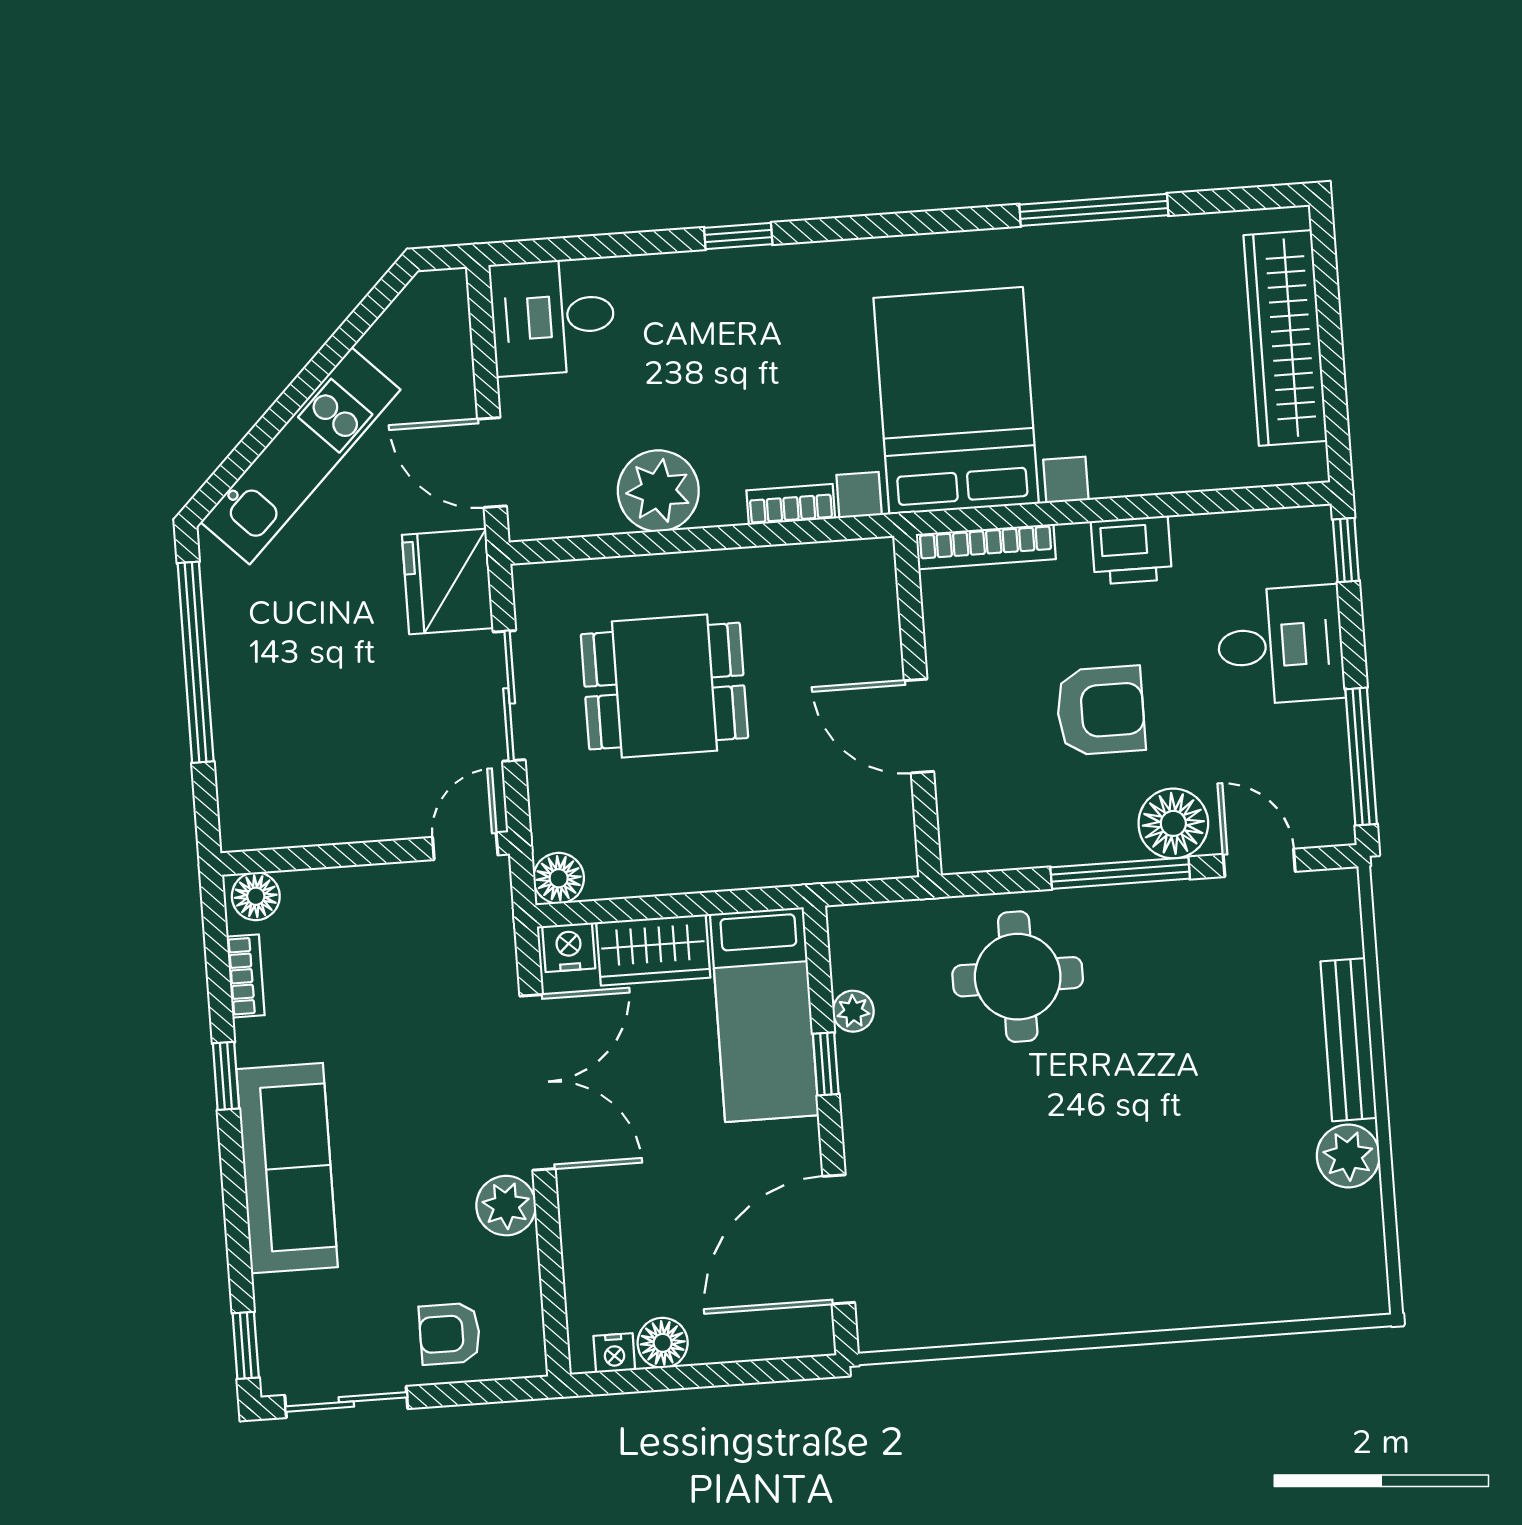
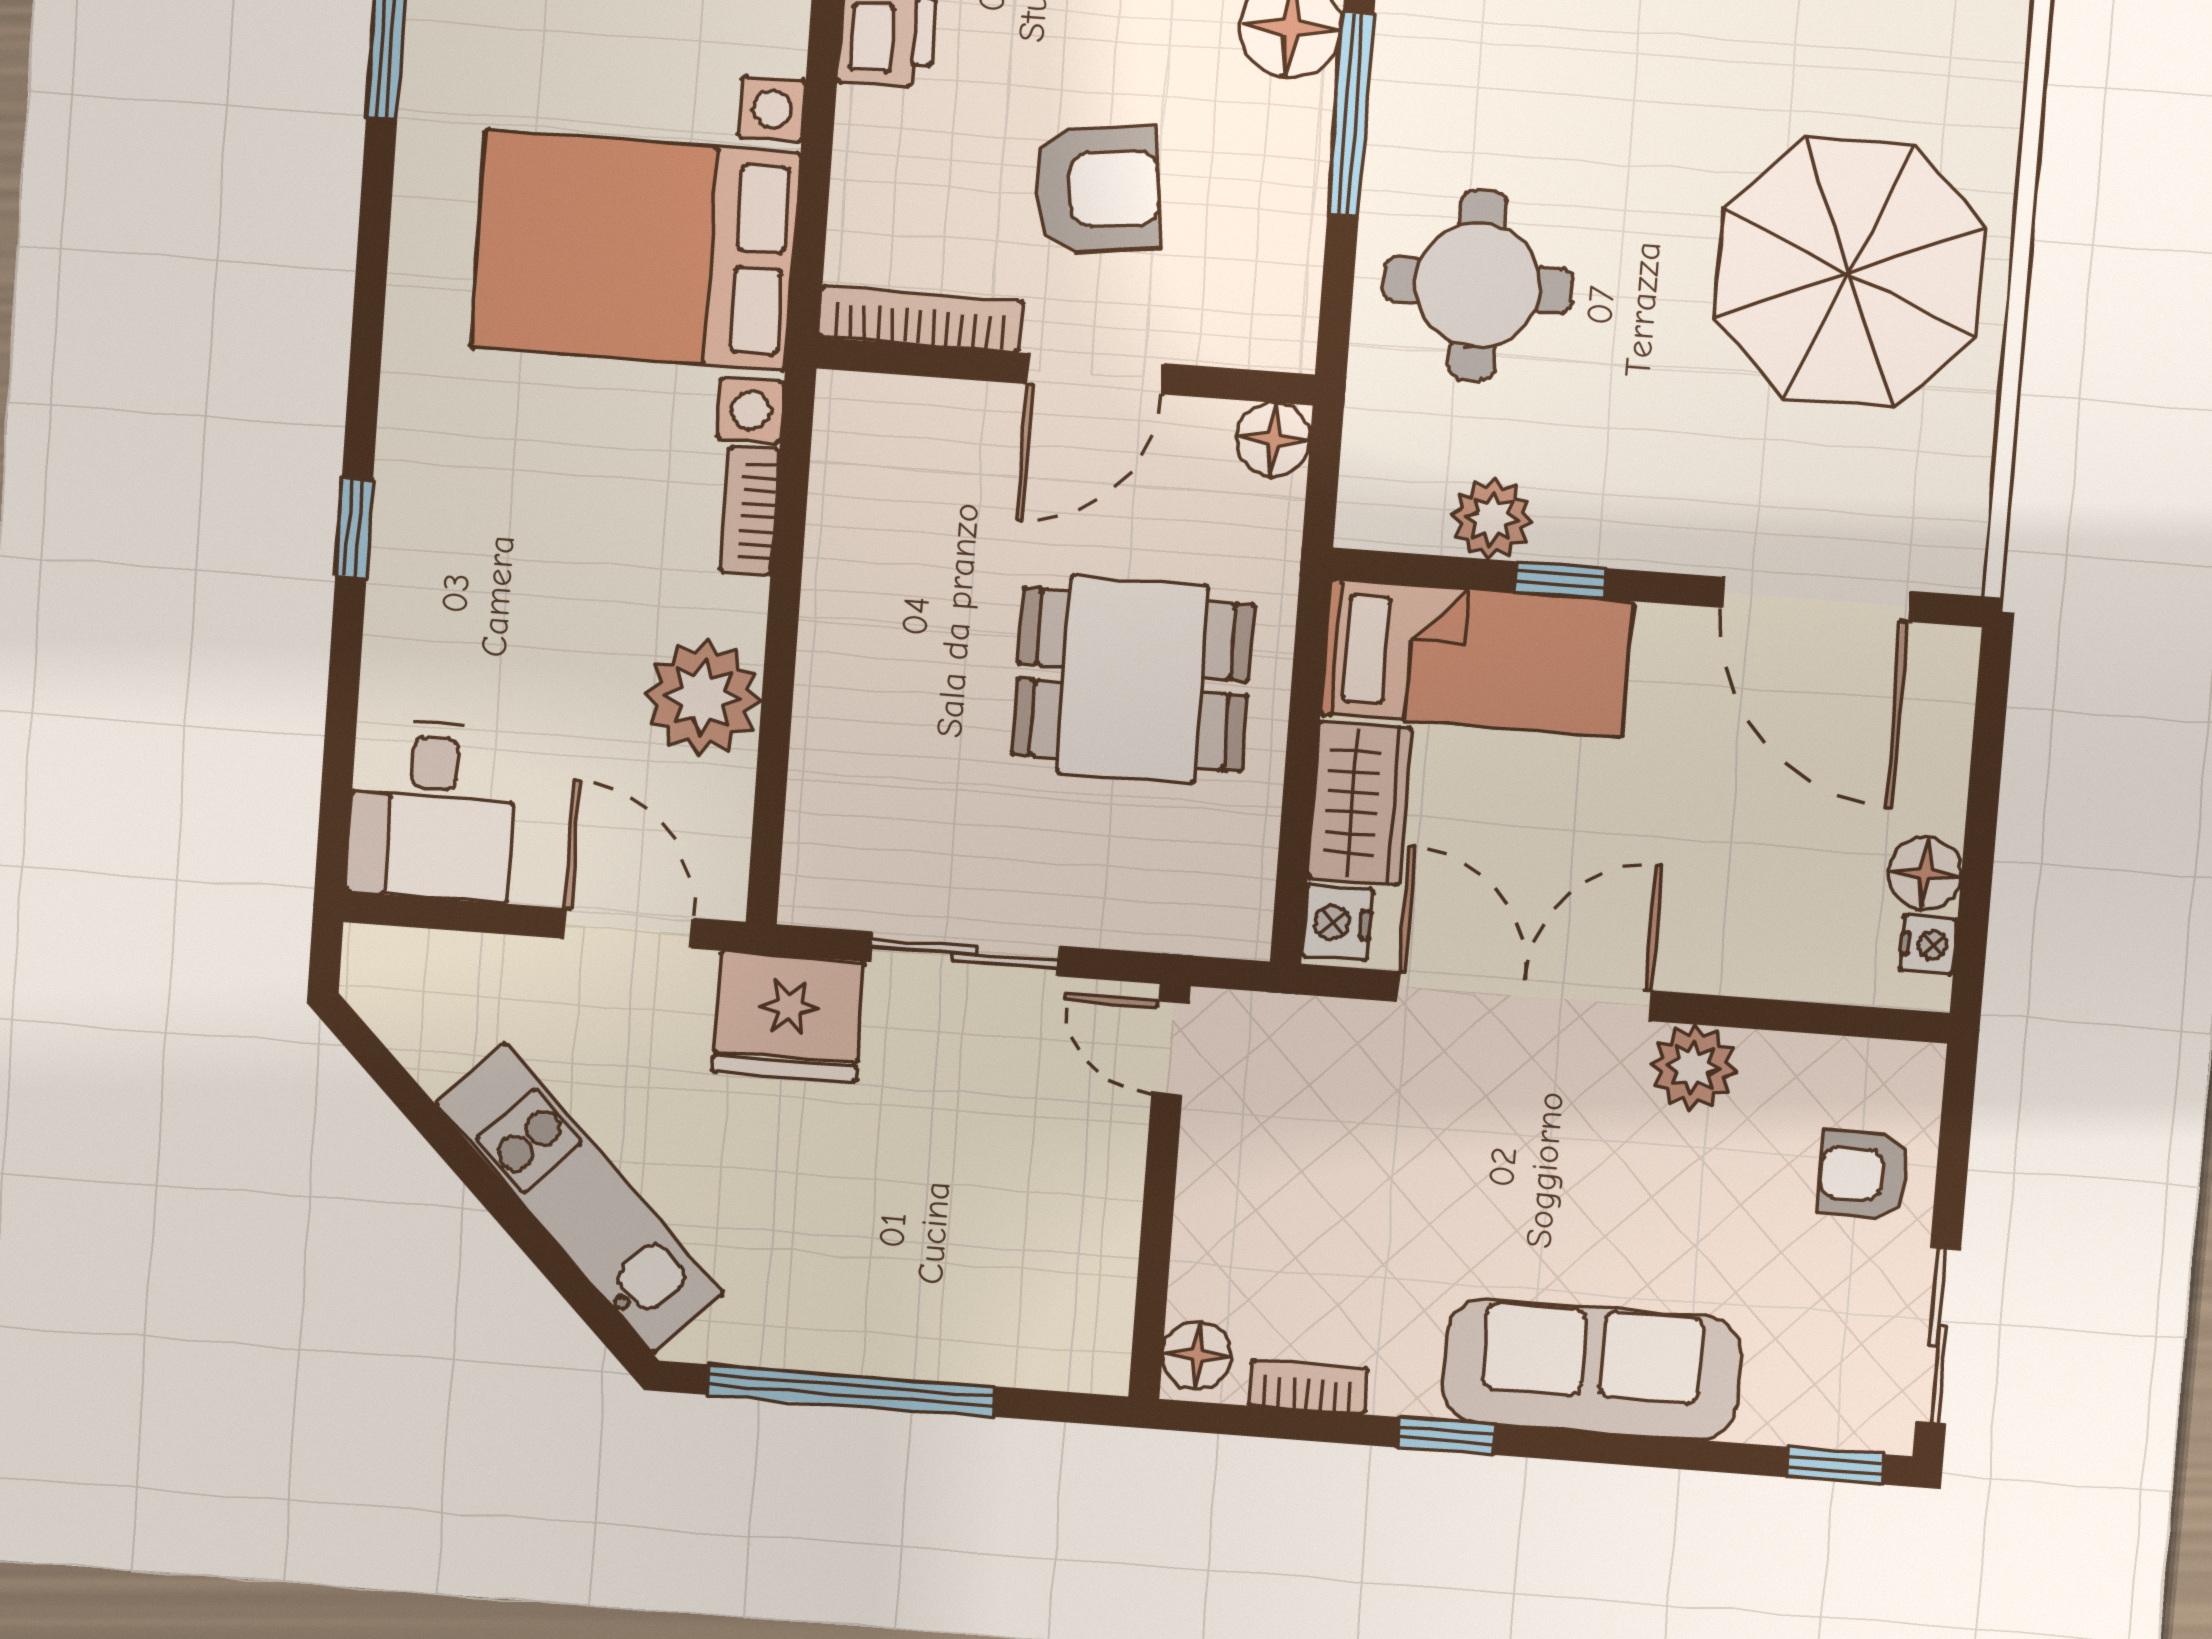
door: (492, 463) -> (628, 928), swing flipped
bookcase: (986, 547) -> (920, 319), moved, turned -90
dining table: (664, 686) -> (1133, 680), moved, turned 90
armchair: (1101, 711) -> (1097, 189), moved, turned 83
floor lamp: (559, 878) -> (1273, 440), moved
plant: (853, 1011) -> (1492, 518), width x1.38, depth x1.38
parasol: (1064, 1227) -> (1849, 272), added
armchair: (450, 1334) -> (1864, 1175), turned 90

